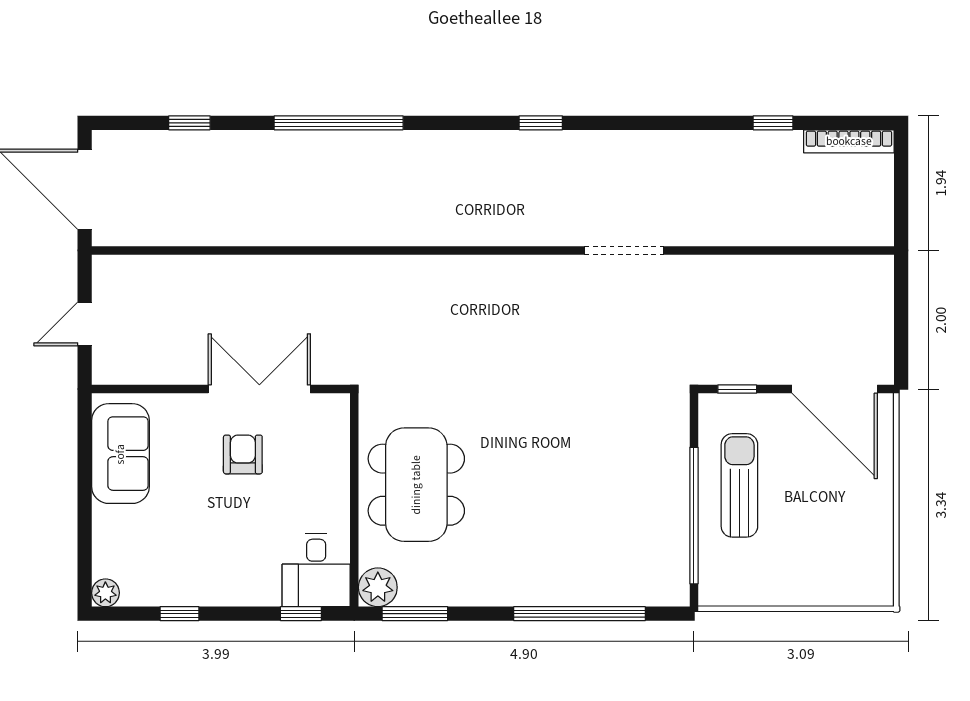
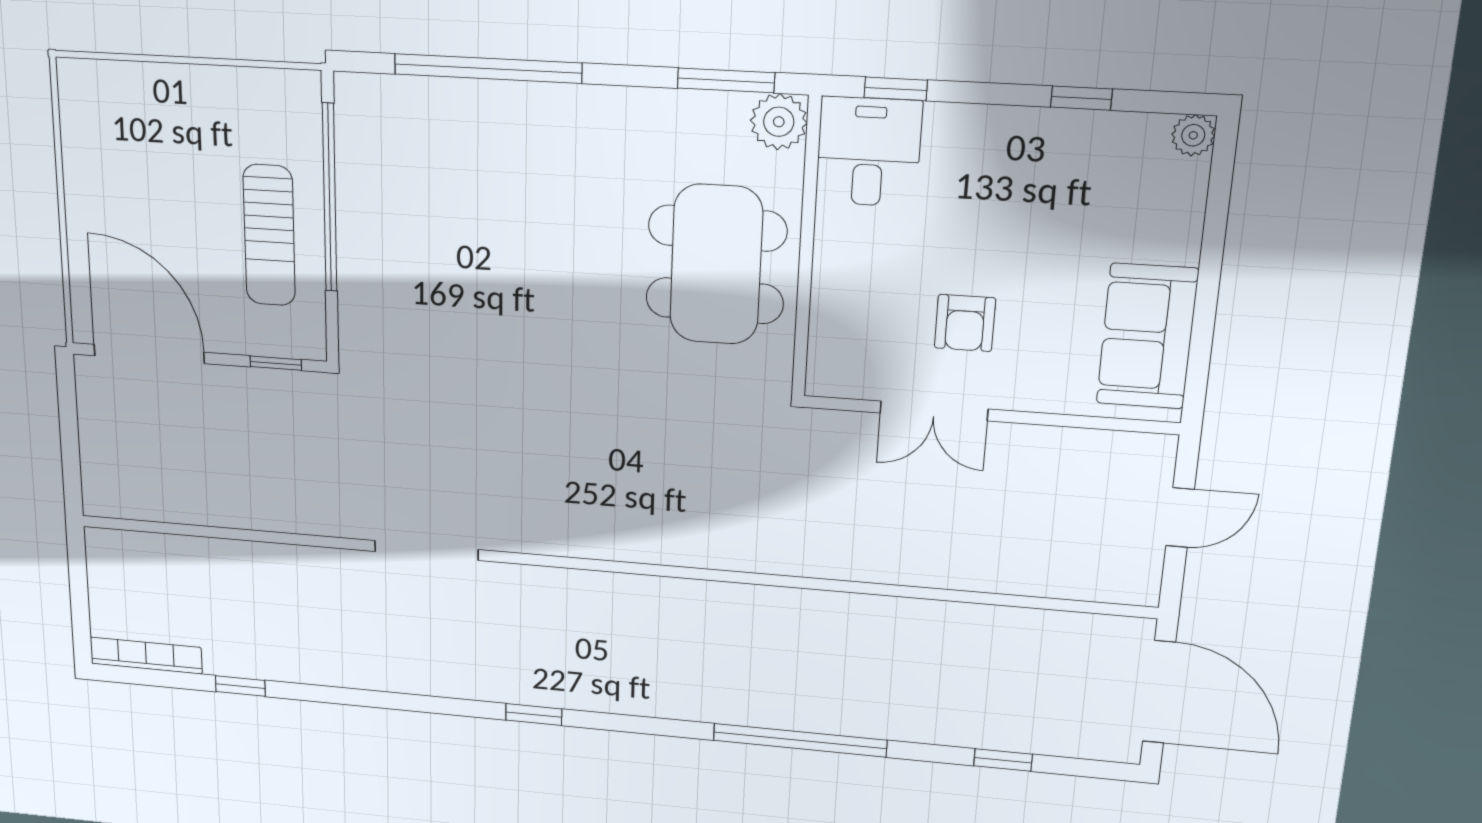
double door: (259, 389) -> (934, 411), width x0.73

